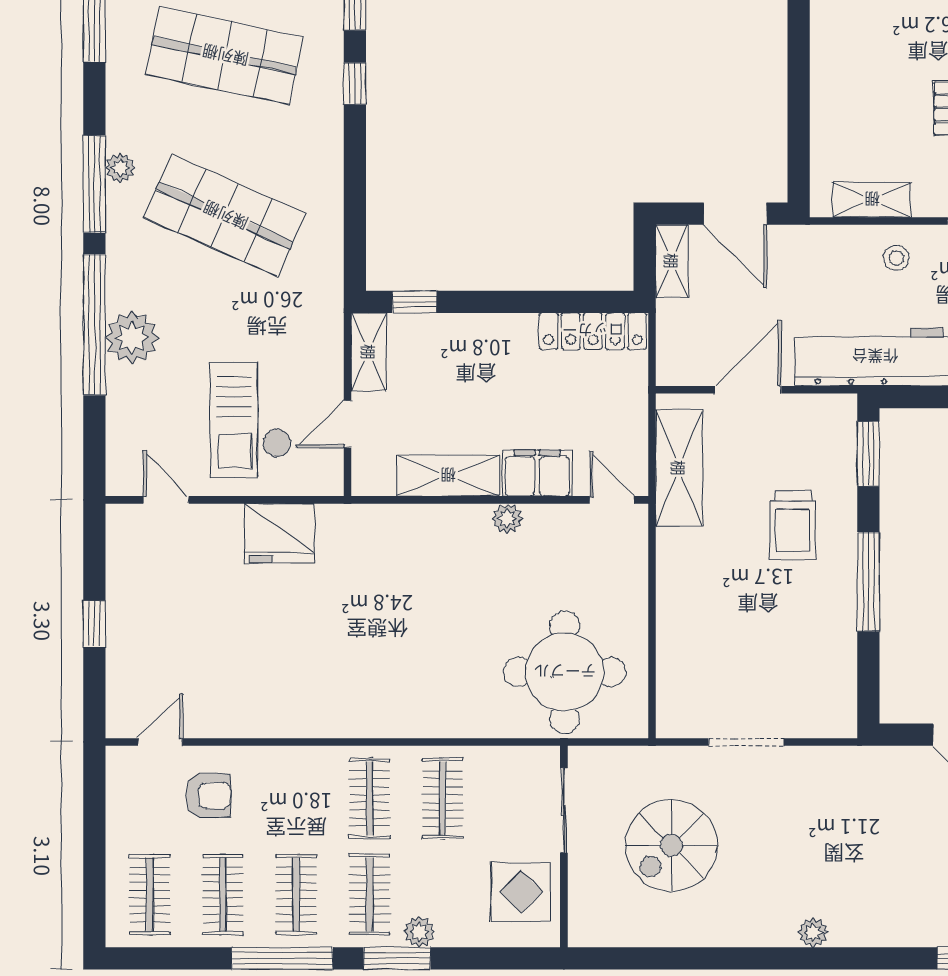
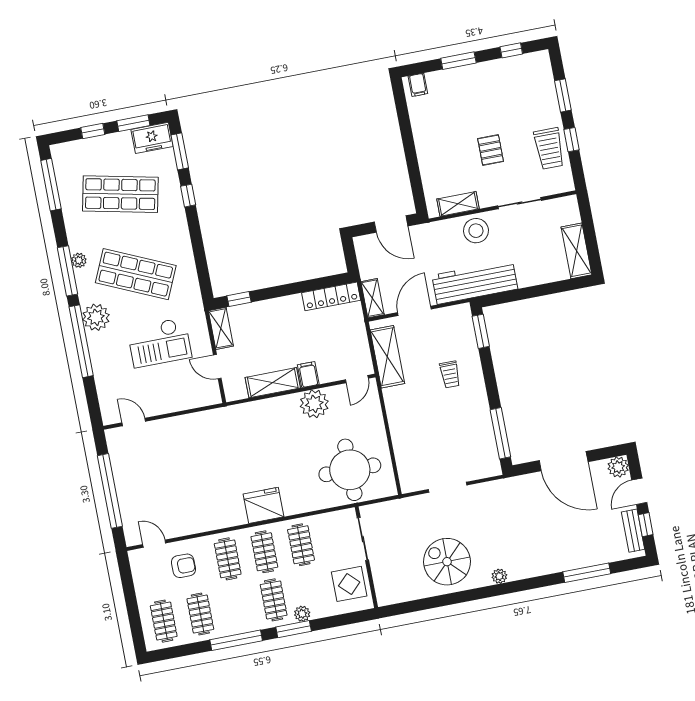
stool: (896, 258) -> (476, 231), width x1.89, depth x1.89
shelving: (672, 261) -> (373, 298), moved
plant: (132, 338) -> (96, 317), moved
checkout: (251, 420) -> (159, 343), moved, turned -90
door: (347, 424) -> (217, 367), hinge flipped
filing cabinet: (537, 473) -> (308, 375), width x0.50
door: (612, 500) -> (357, 379), swing flipped
plant: (507, 519) -> (314, 404), width x1.88, depth x1.88
trolley: (793, 525) -> (450, 374), width x0.73, depth x0.72
fridge: (279, 533) -> (264, 505), moved, turned 180
window: (868, 582) -> (500, 433), moved
window: (94, 624) -> (110, 491), width x3.17
door: (160, 742) -> (154, 544), hinge flipped
spiral stairs: (671, 845) -> (447, 562), moved, turned 90
clothes rail: (296, 895) -> (228, 559), moved

